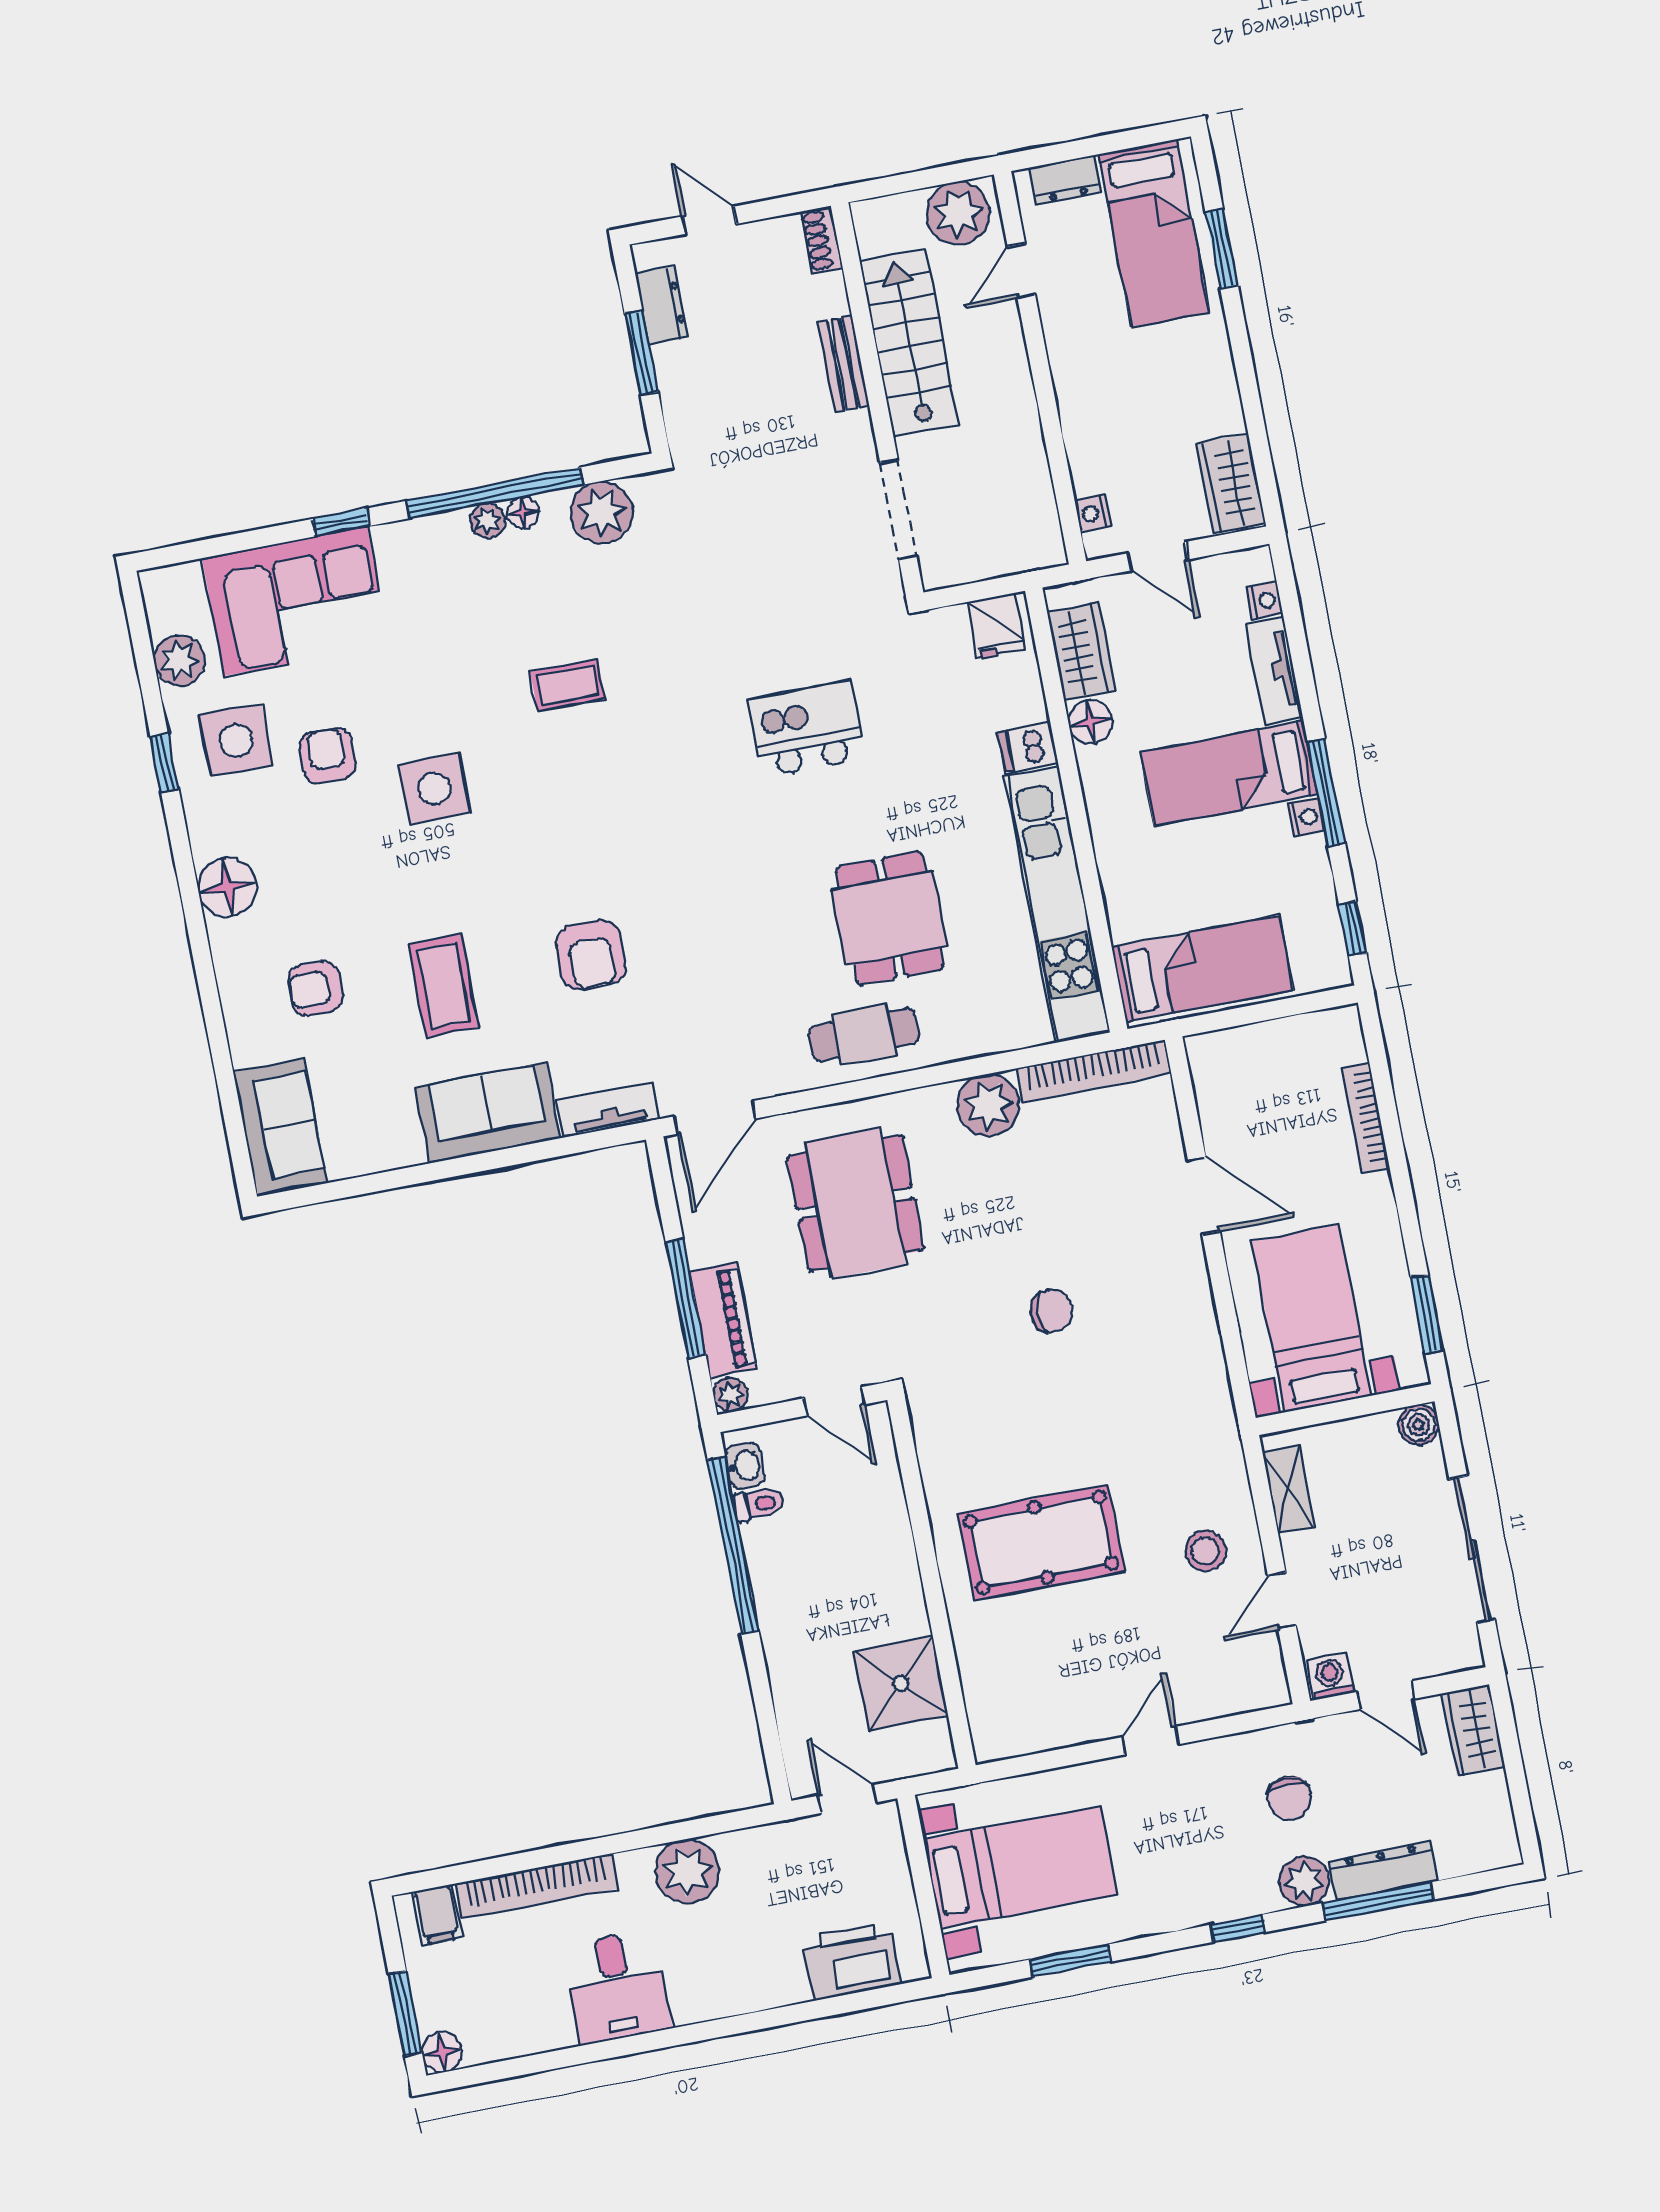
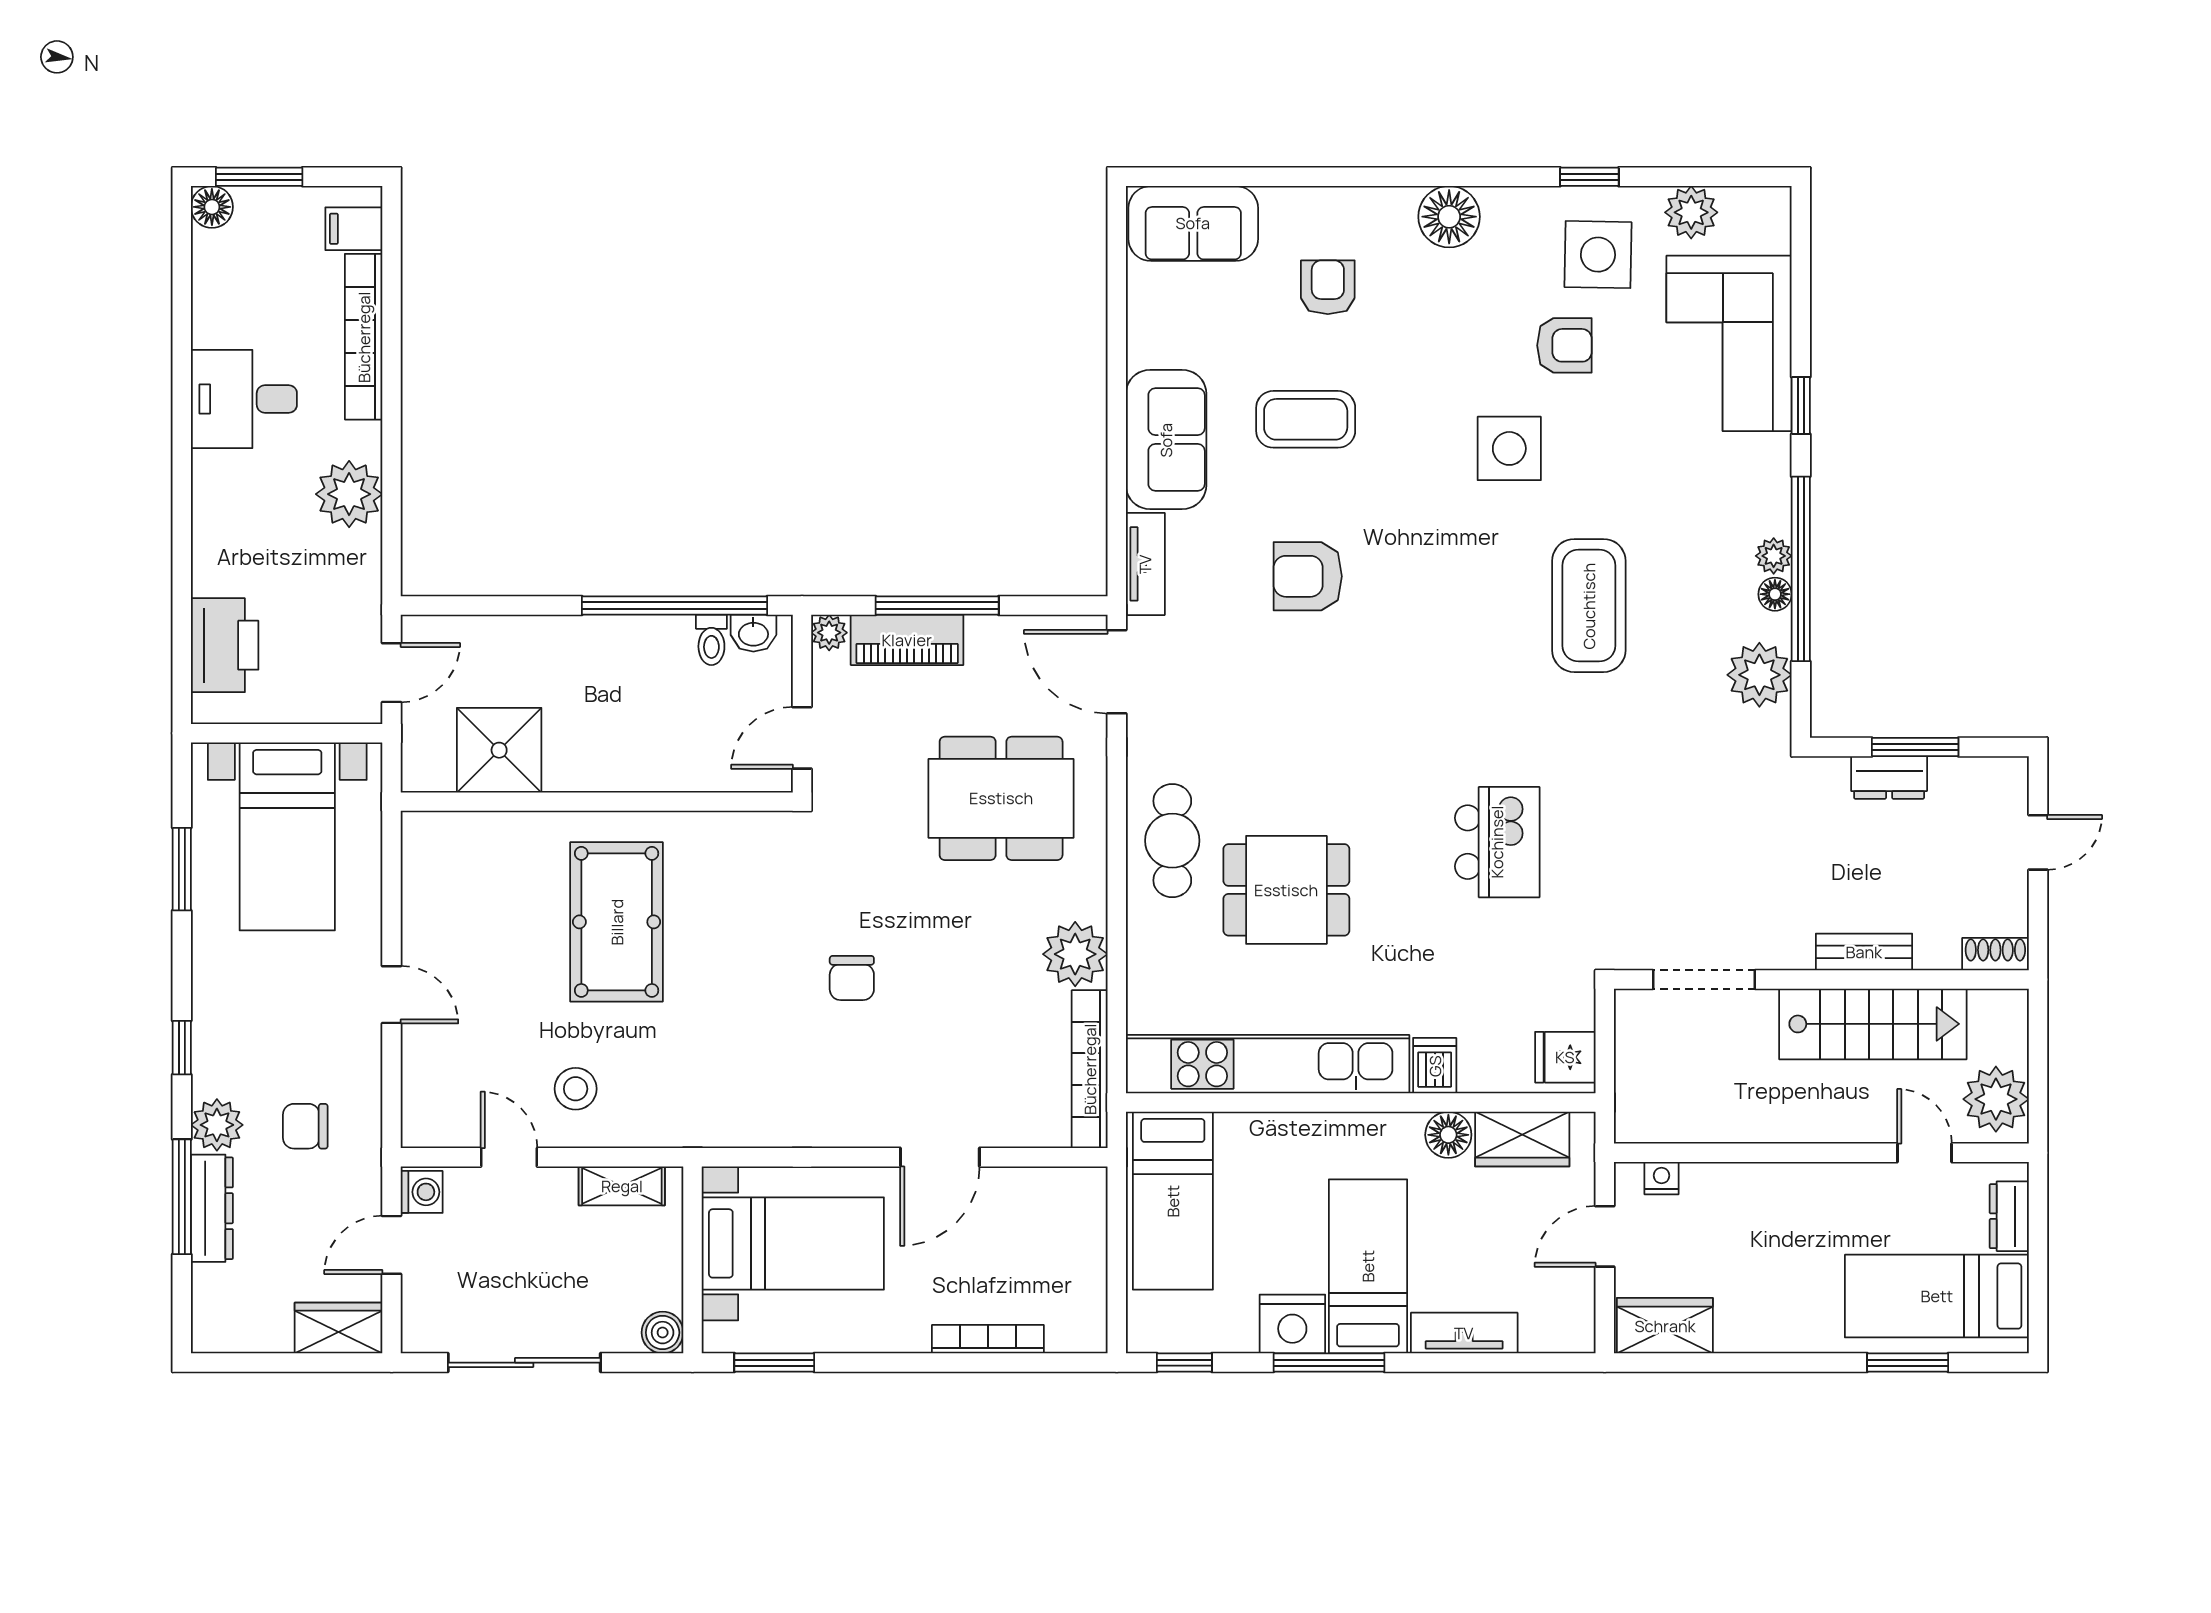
dresser: (662, 306) -> (1889, 777), moved
nightstand: (1265, 600) -> (1538, 1337), removed
coffee table: (568, 685) -> (1589, 606), width x1.86, depth x1.72
nightstand: (1306, 817) -> (1292, 1324), width x1.89, depth x1.79

